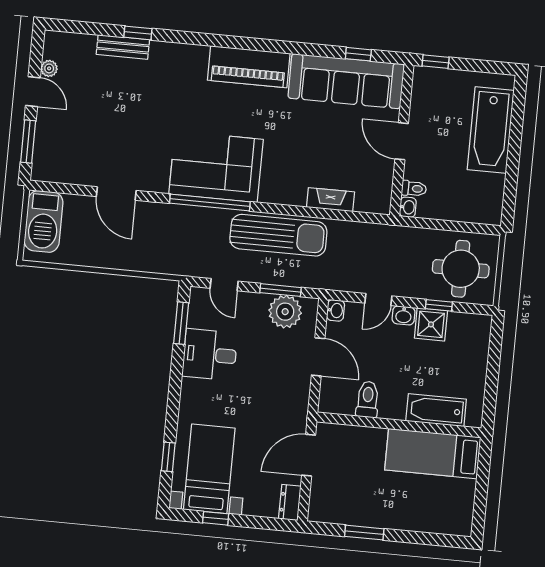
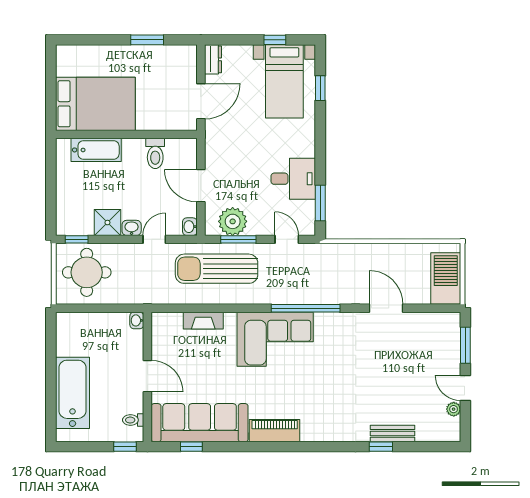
piano: (249, 67) -> (275, 431), width x0.73, depth x0.75
corner sofa: (216, 167) -> (275, 339), moved
toilet: (414, 189) -> (133, 420), moved
sun lounger: (278, 235) -> (217, 269), moved
window: (439, 305) -> (77, 239), moved
bed: (433, 454) -> (95, 104), width x1.50

